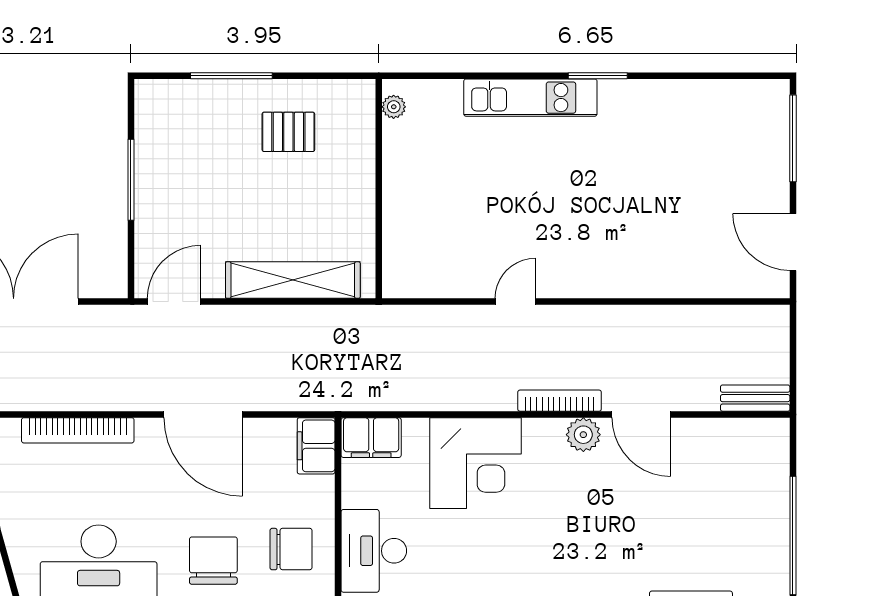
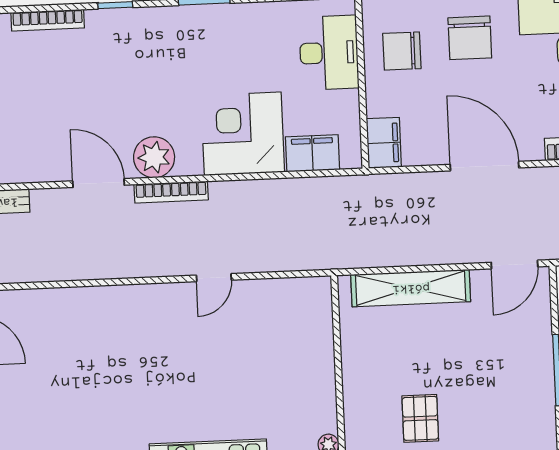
pallet: (288, 132) -> (420, 418), turned 90
plant: (583, 435) -> (154, 157), width x1.36, depth x1.36
filing cabinet: (371, 438) -> (312, 153), moved

